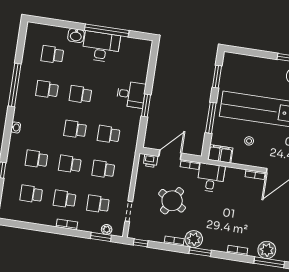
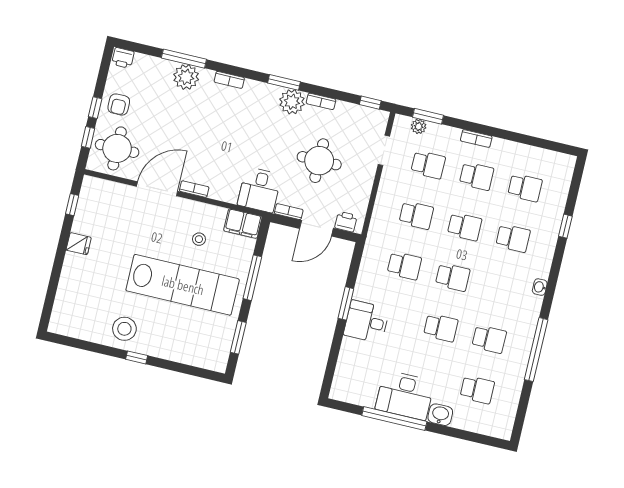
round table: (172, 201) -> (319, 161), turned -30

